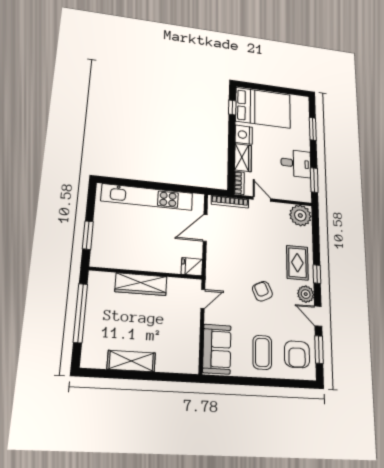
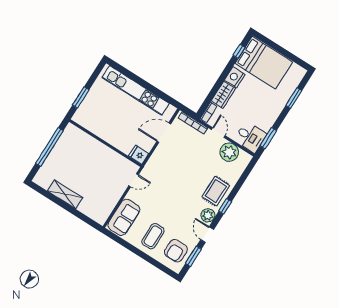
desk: (296, 163) -> (250, 137), moved
plant: (300, 215) -> (229, 152), moved
wardrobe: (141, 284) -> (98, 149), removed
armchair: (262, 291) -> (178, 197), removed

